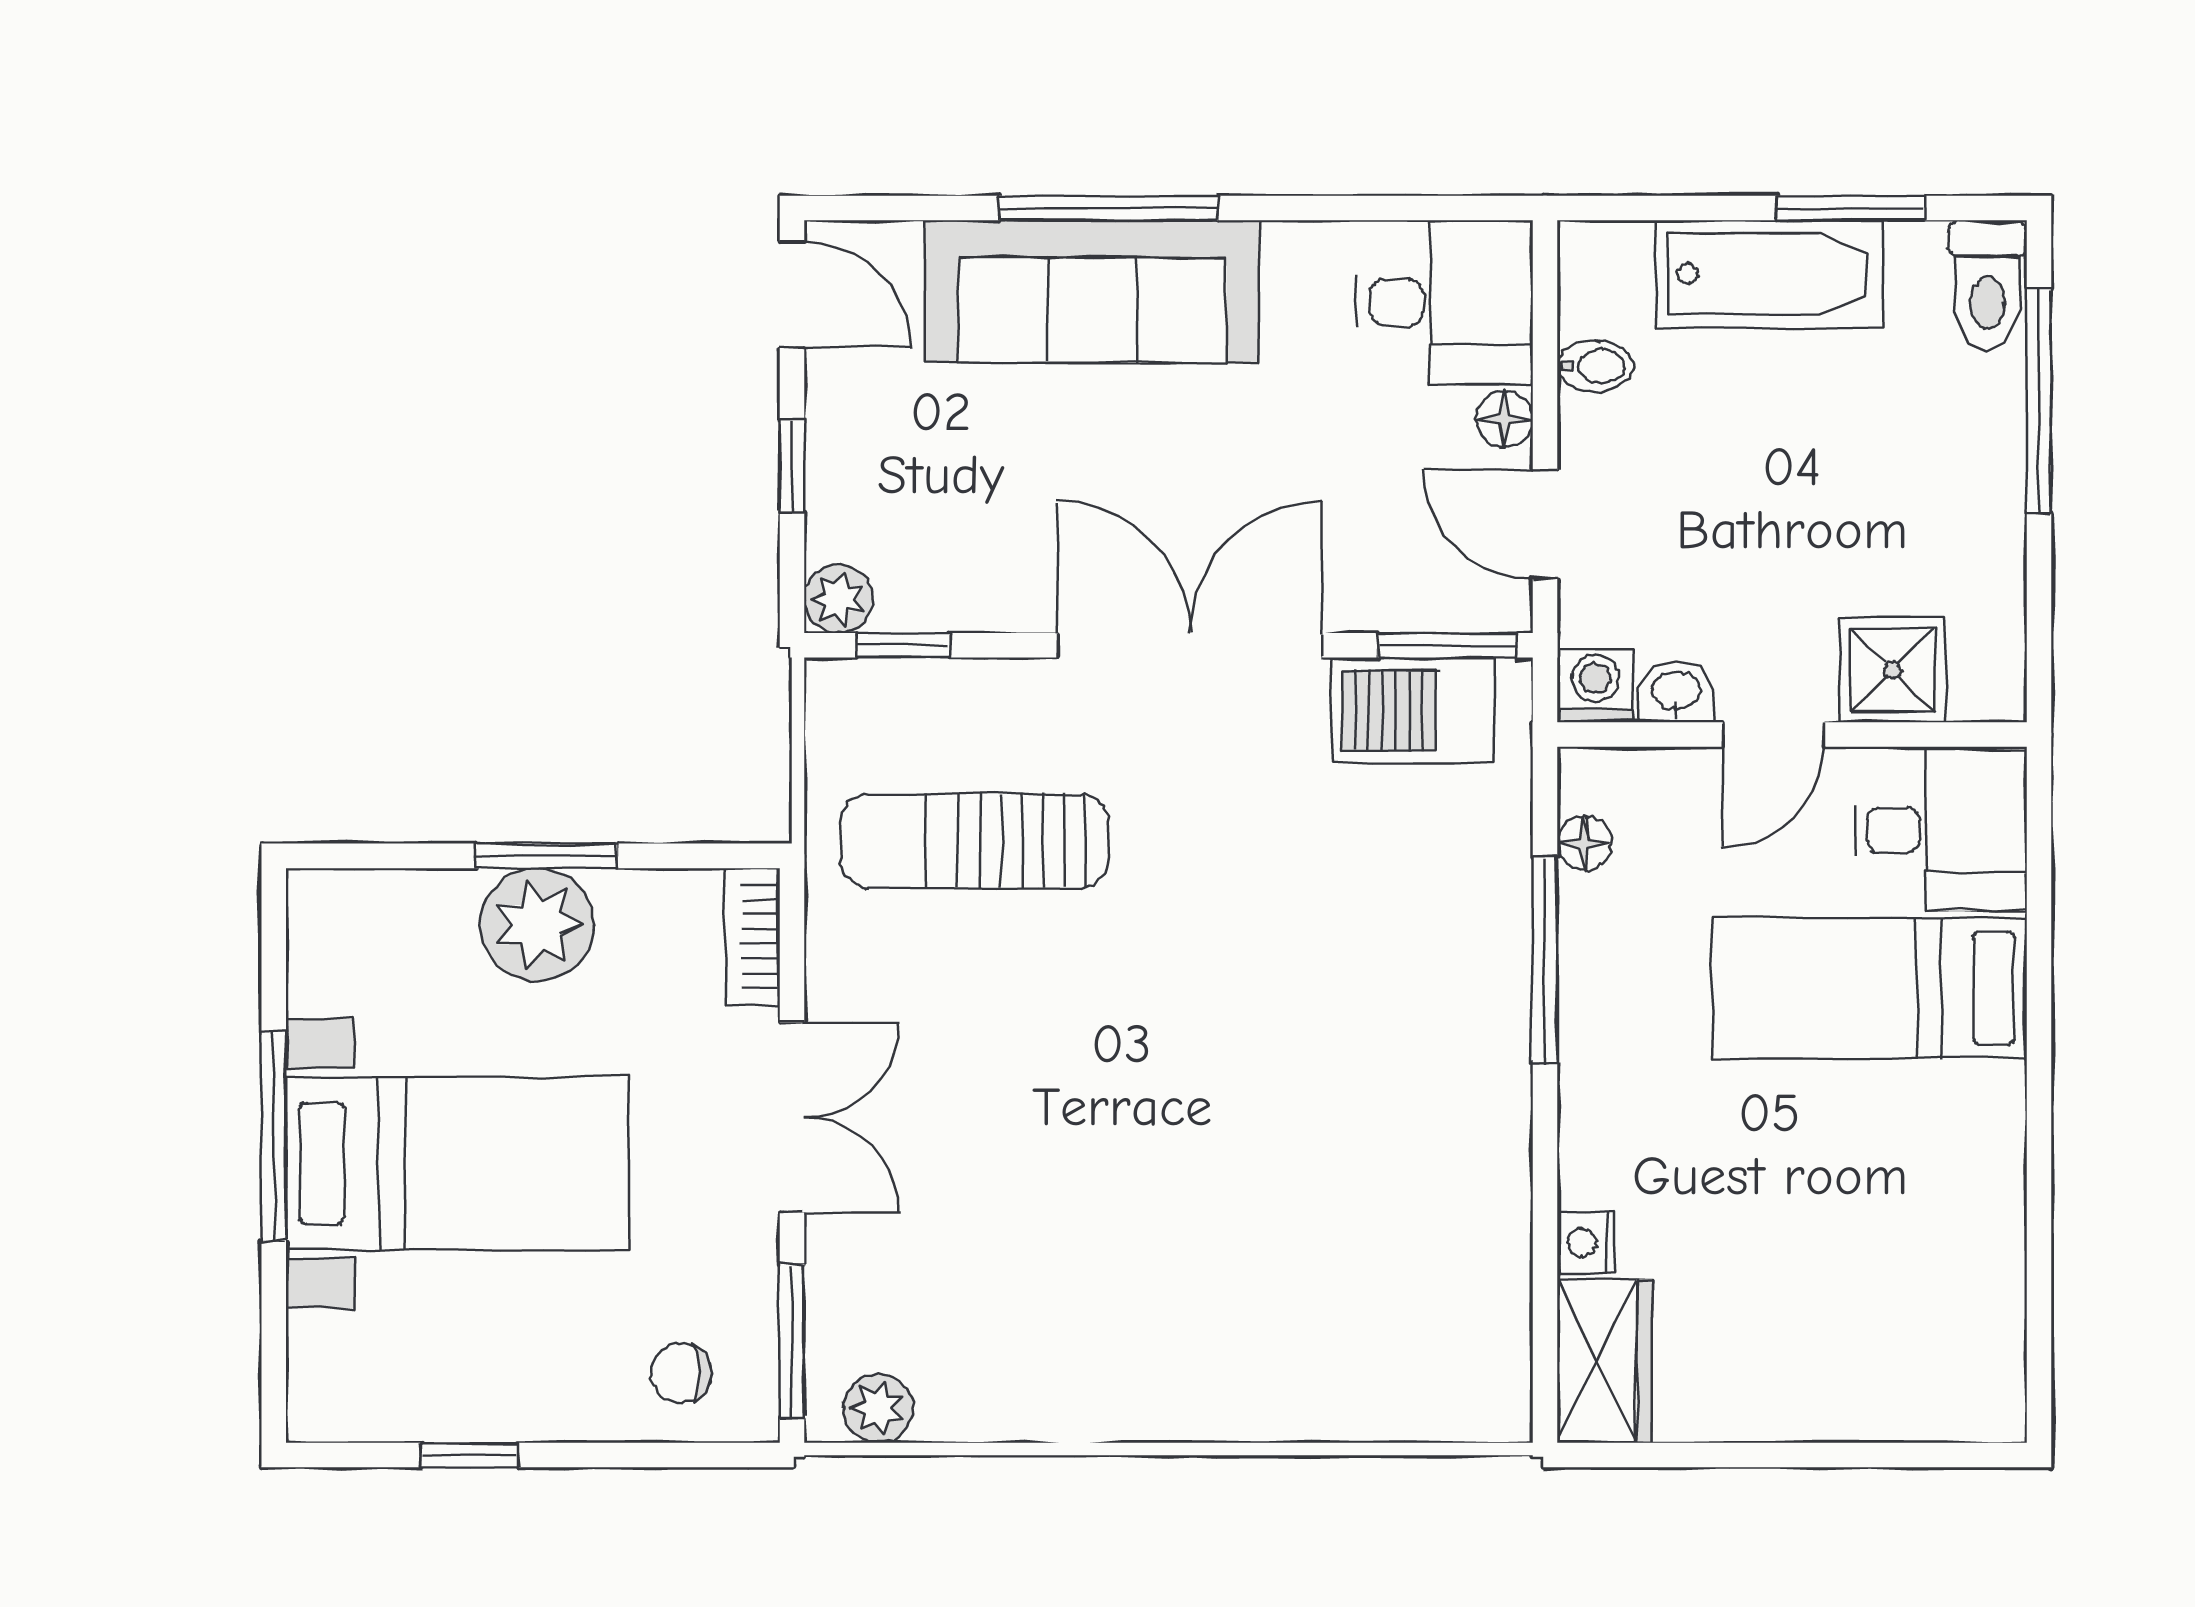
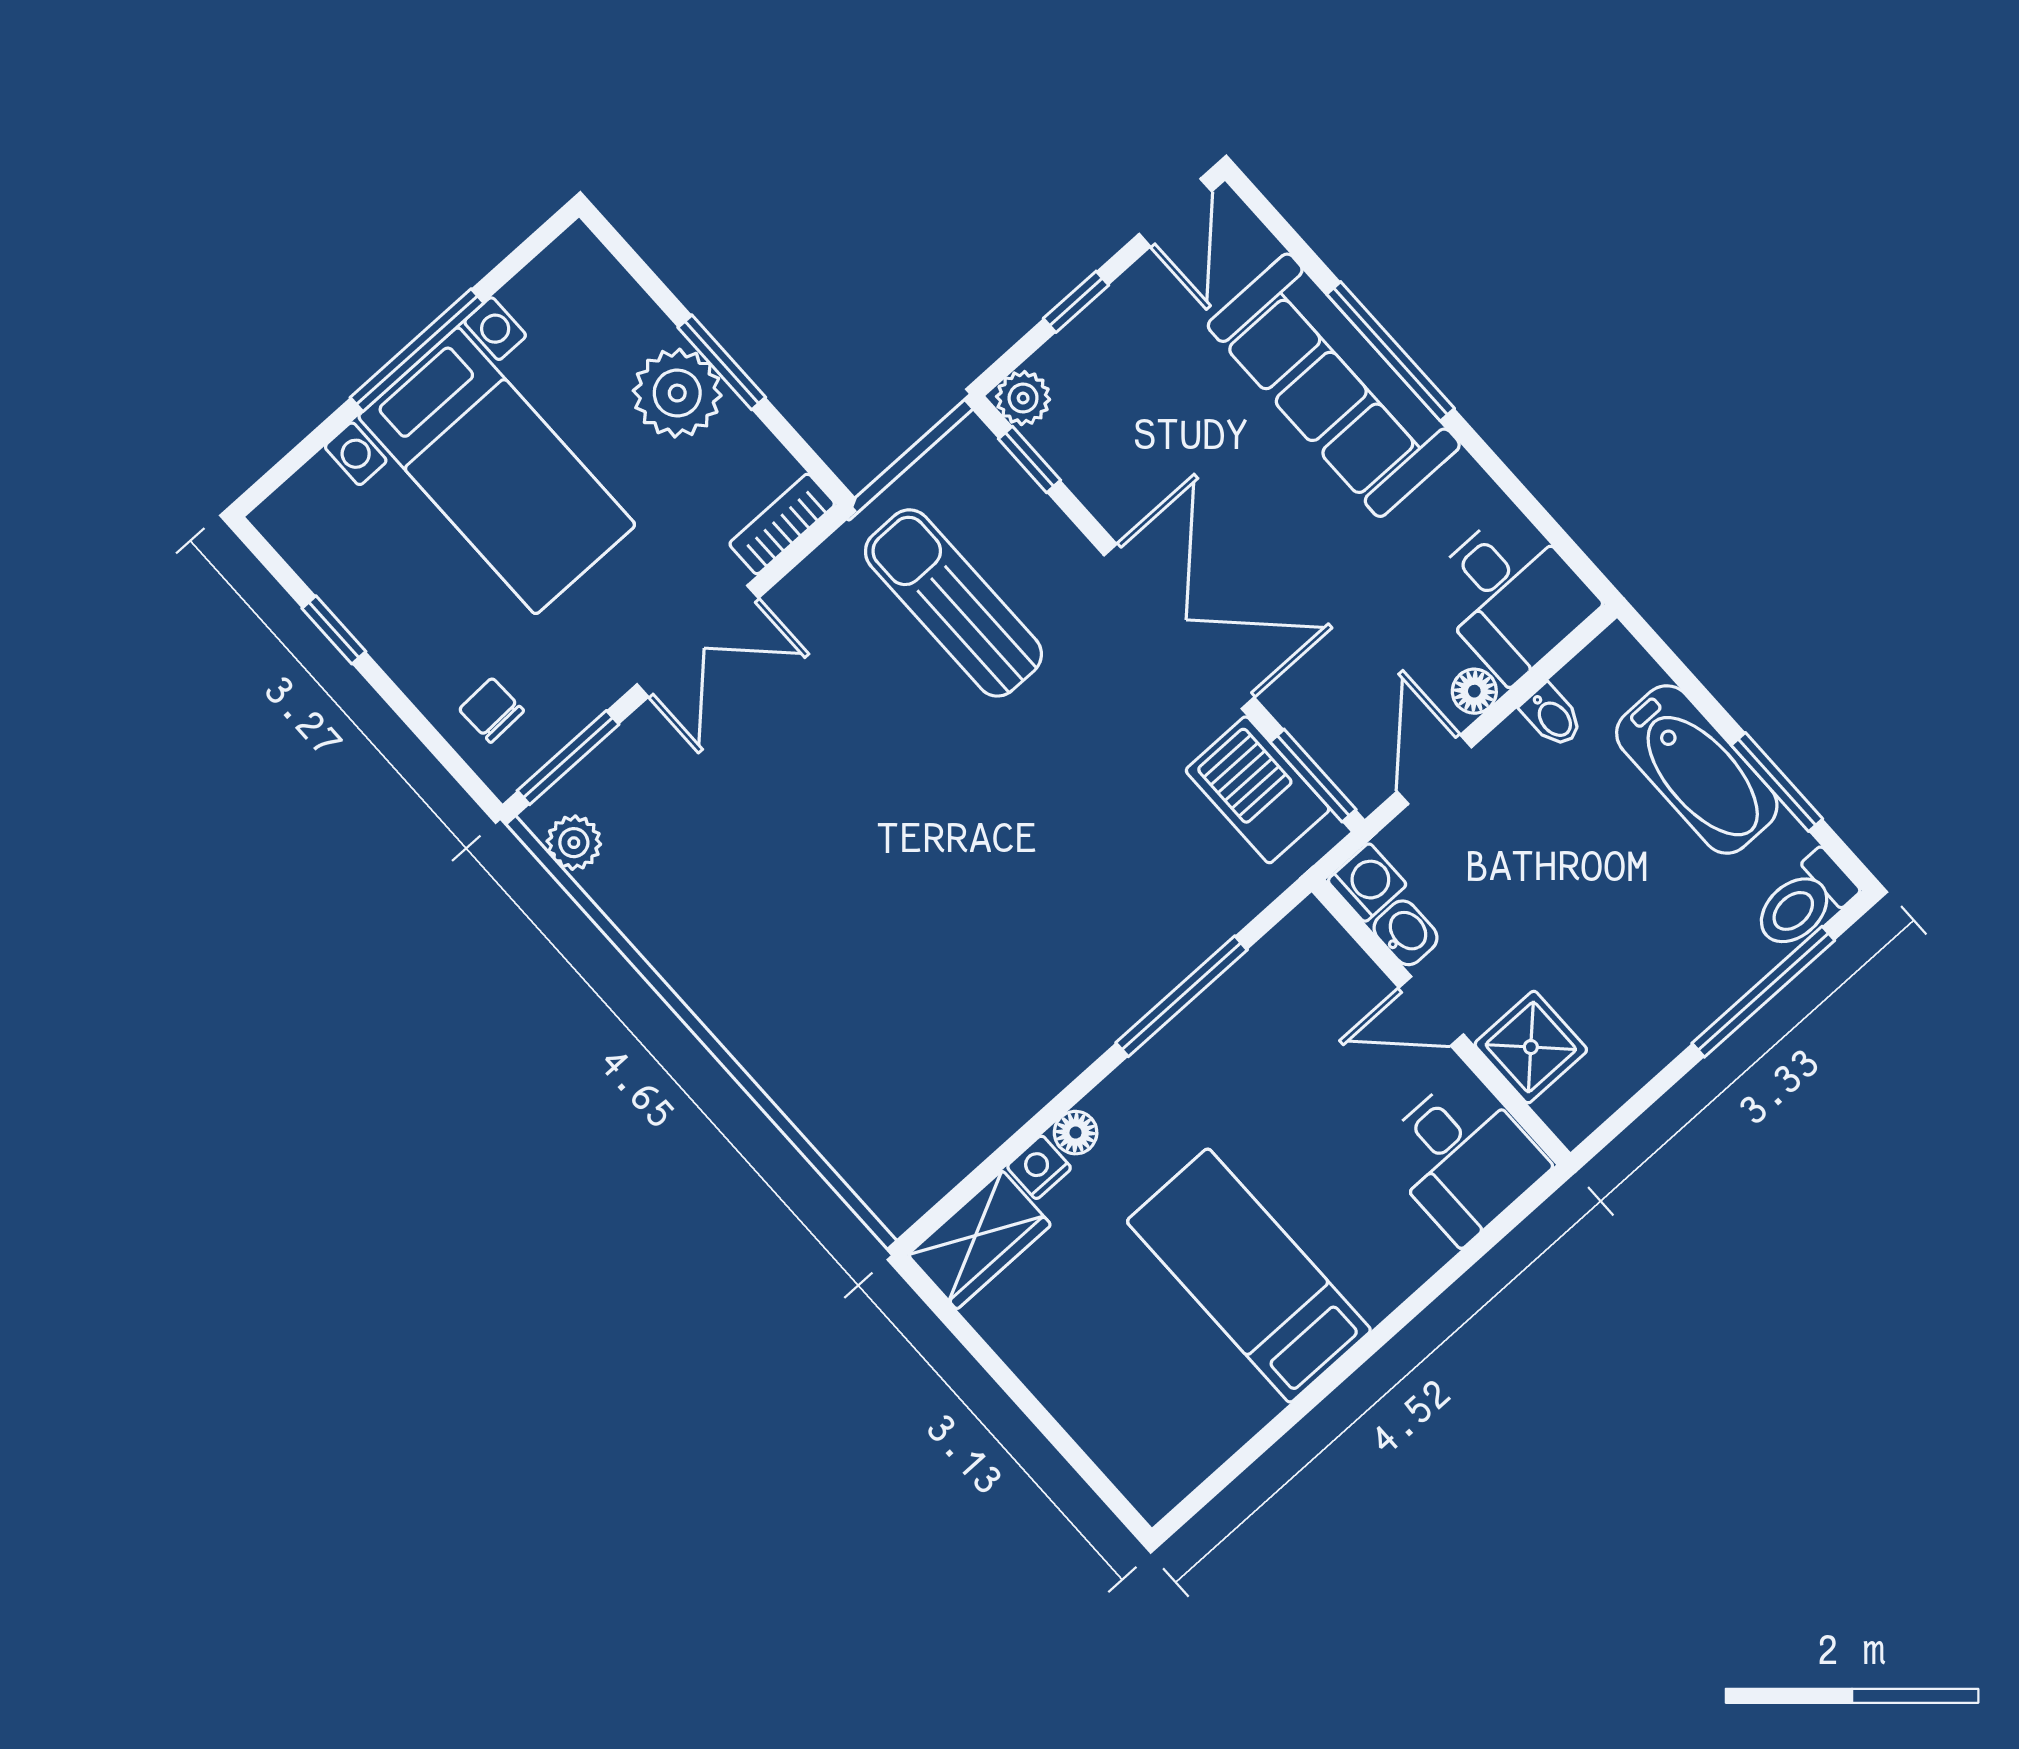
floor lamp: (1584, 843) -> (1076, 1133), moved
bed: (1869, 988) -> (1249, 1276), moved

